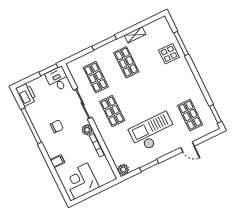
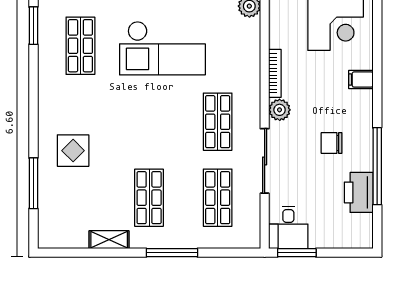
display table: (169, 54) -> (73, 151), moved
printer: (26, 95) -> (359, 192), moved

